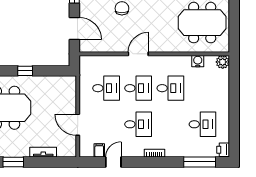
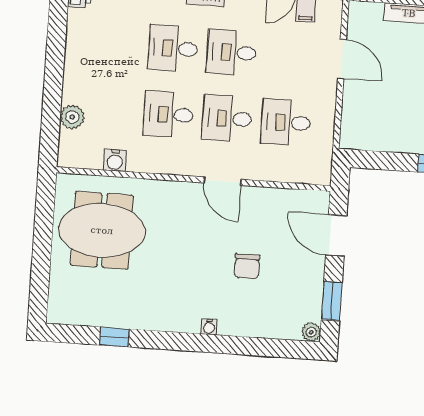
door: (138, 54) -> (223, 181), hinge flipped
plant: (223, 62) -> (72, 117), moved
desk: (202, 124) -> (173, 48), moved

